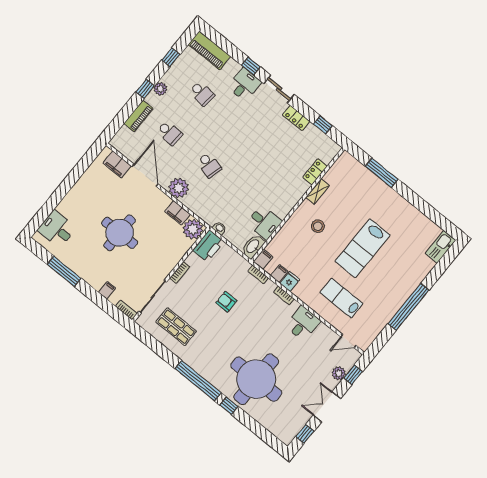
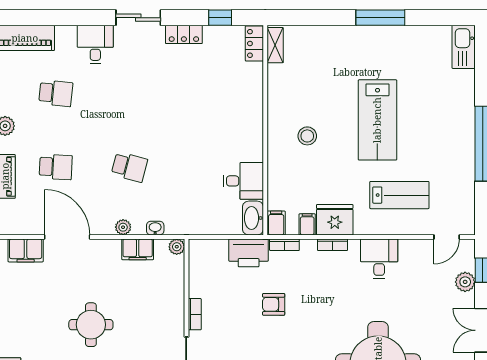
window: (251, 66) -> (86, 18), removed
locker: (315, 172) -> (254, 43), moved
window: (382, 173) -> (380, 18), moved
plant: (179, 188) -> (123, 227), width x0.53, depth x0.53
shelving: (318, 191) -> (275, 45), moved
washbasin: (219, 228) -> (155, 228), moved
plant: (193, 229) -> (177, 247), width x0.53, depth x0.53
round table: (120, 233) -> (91, 325), width x0.73, depth x0.73
printer: (208, 246) -> (249, 253), moved, turned 90
fridge: (290, 281) -> (335, 220), width x1.88, depth x1.34
lab bench: (341, 298) -> (399, 195), turned 180

